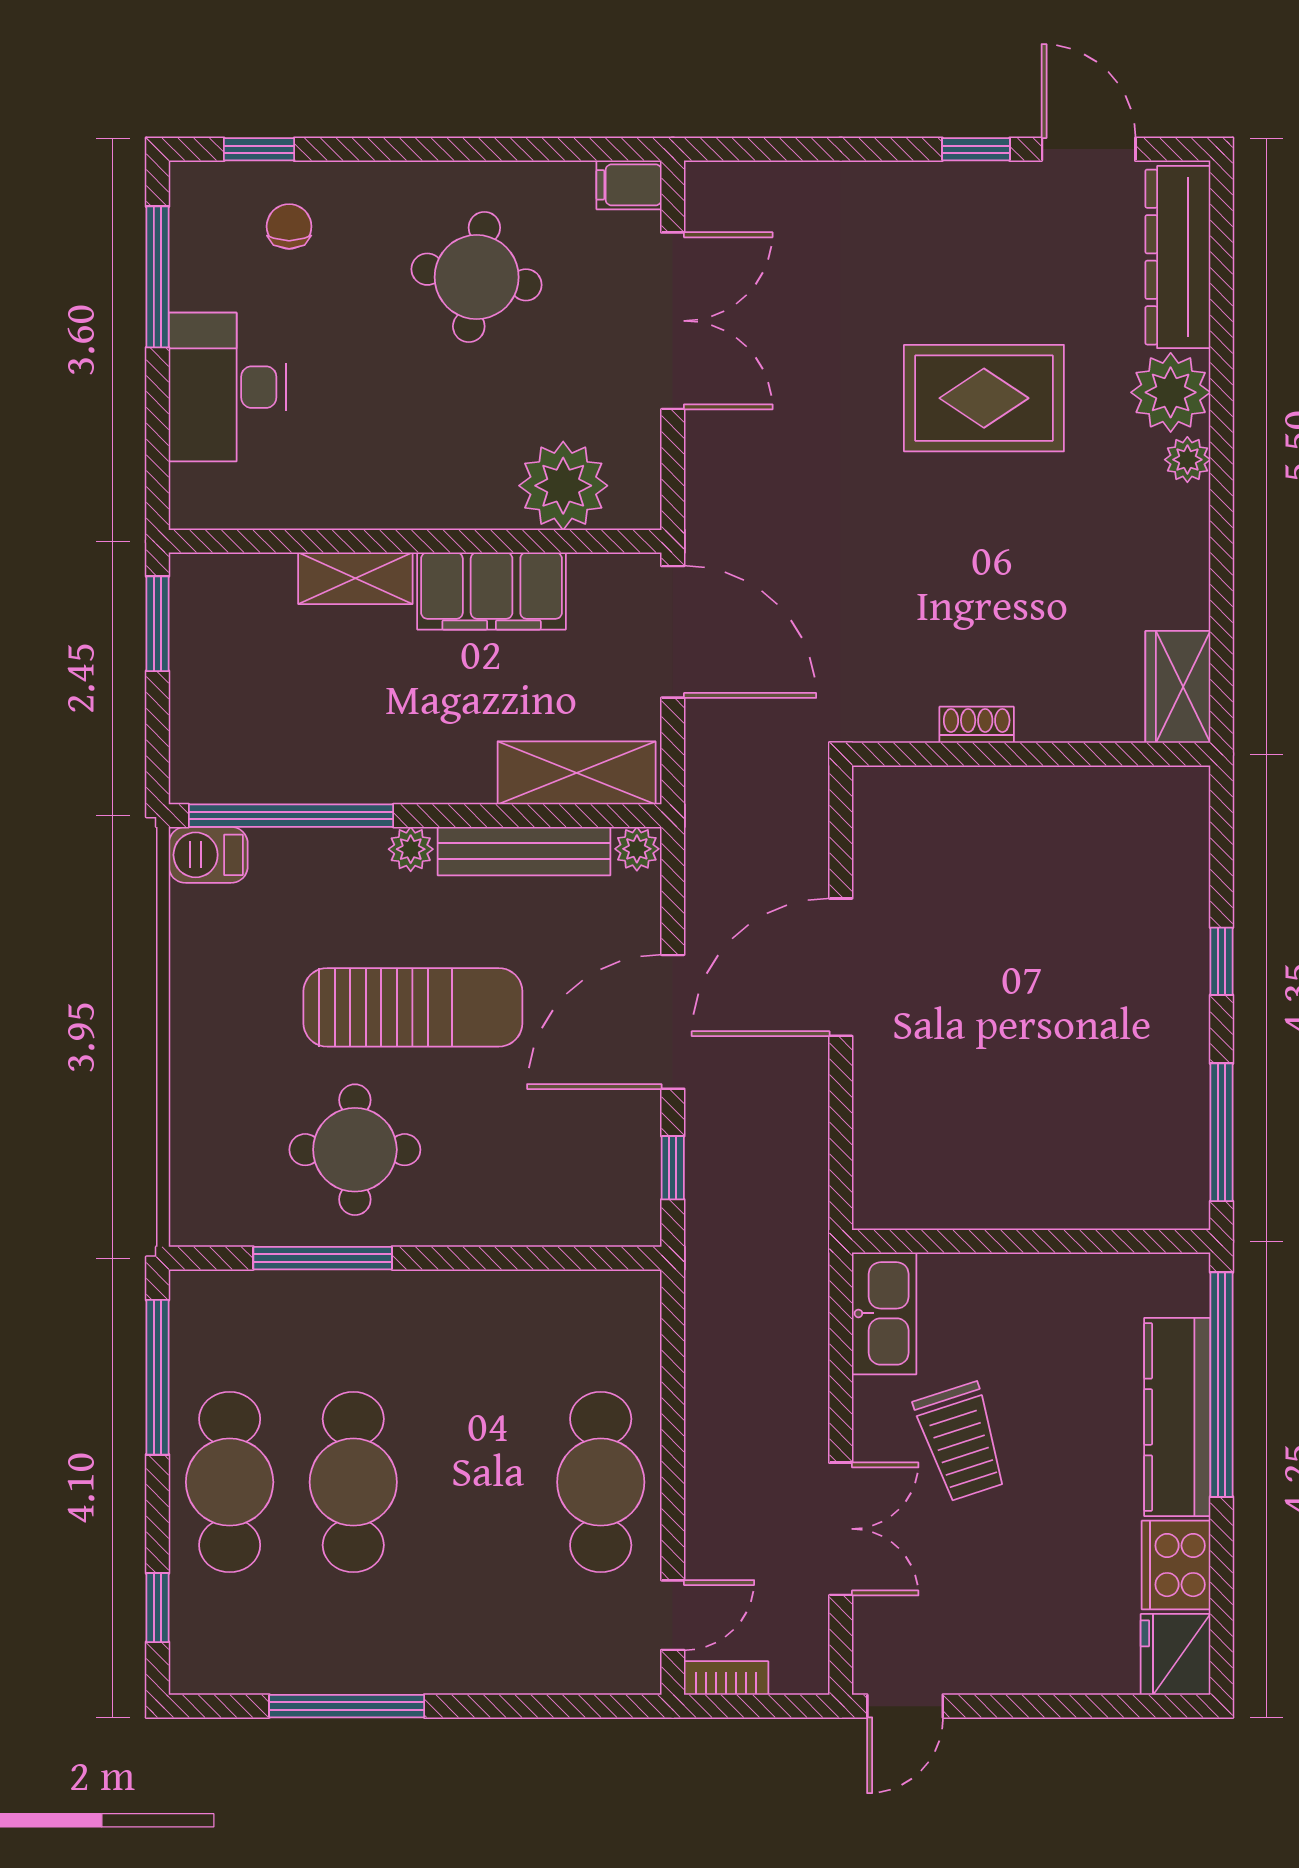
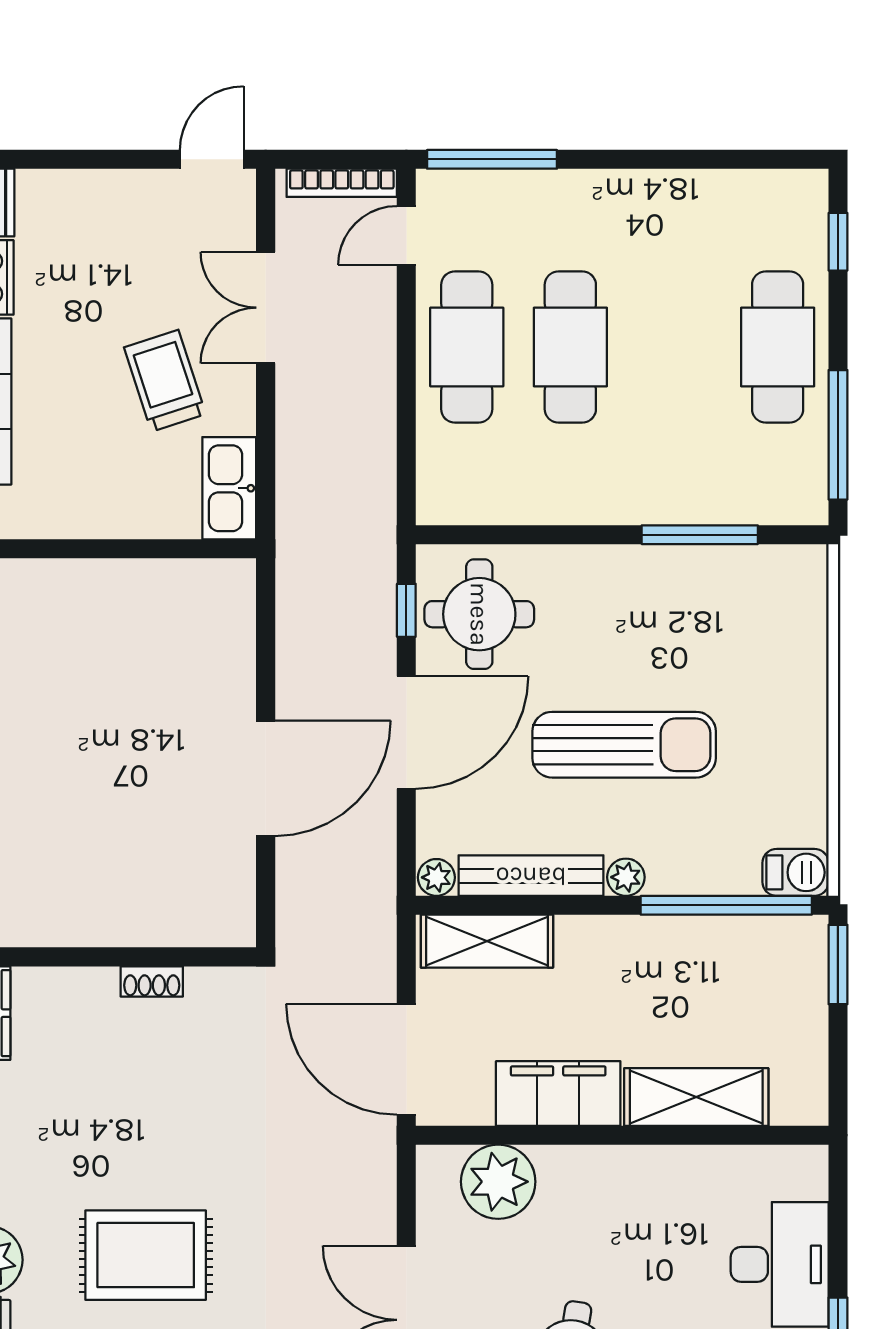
shelving: (355, 578) -> (696, 1097), width x1.50, depth x1.33
window: (158, 624) -> (838, 964), moved
sun lounger: (413, 1007) -> (624, 745), turned 180
round table: (355, 1150) -> (479, 614), moved
cafe table: (353, 1482) -> (570, 347), moved
bookcase: (726, 1678) -> (342, 183), width x1.56
window: (347, 1706) -> (492, 159), moved

